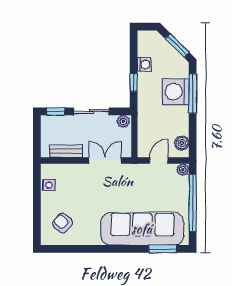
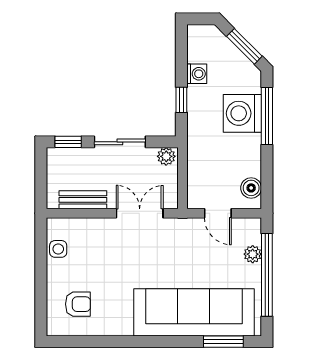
door: (159, 160) -> (218, 213), swing flipped
plant: (183, 170) -> (253, 254), moved
armchair: (62, 223) -> (78, 304), turned 139

